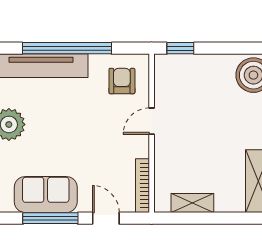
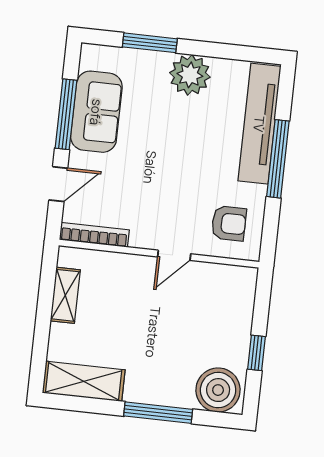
window: (67, 48) -> (278, 159), width x0.68
window: (180, 48) -> (256, 353), moved
door: (152, 121) -> (174, 255), swing flipped

